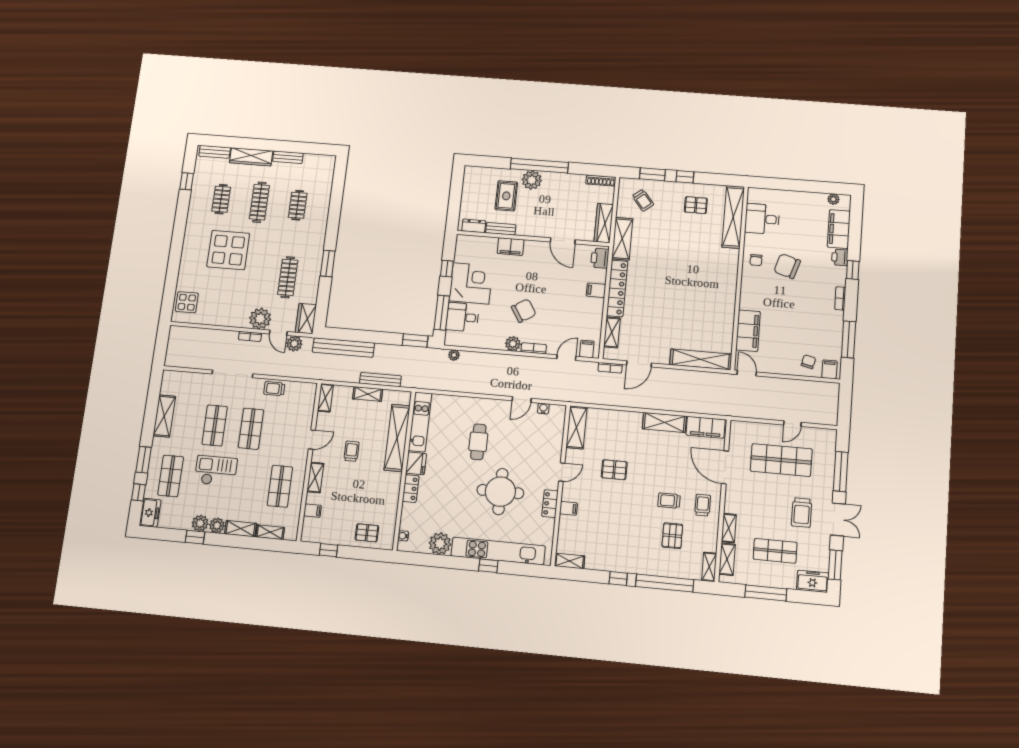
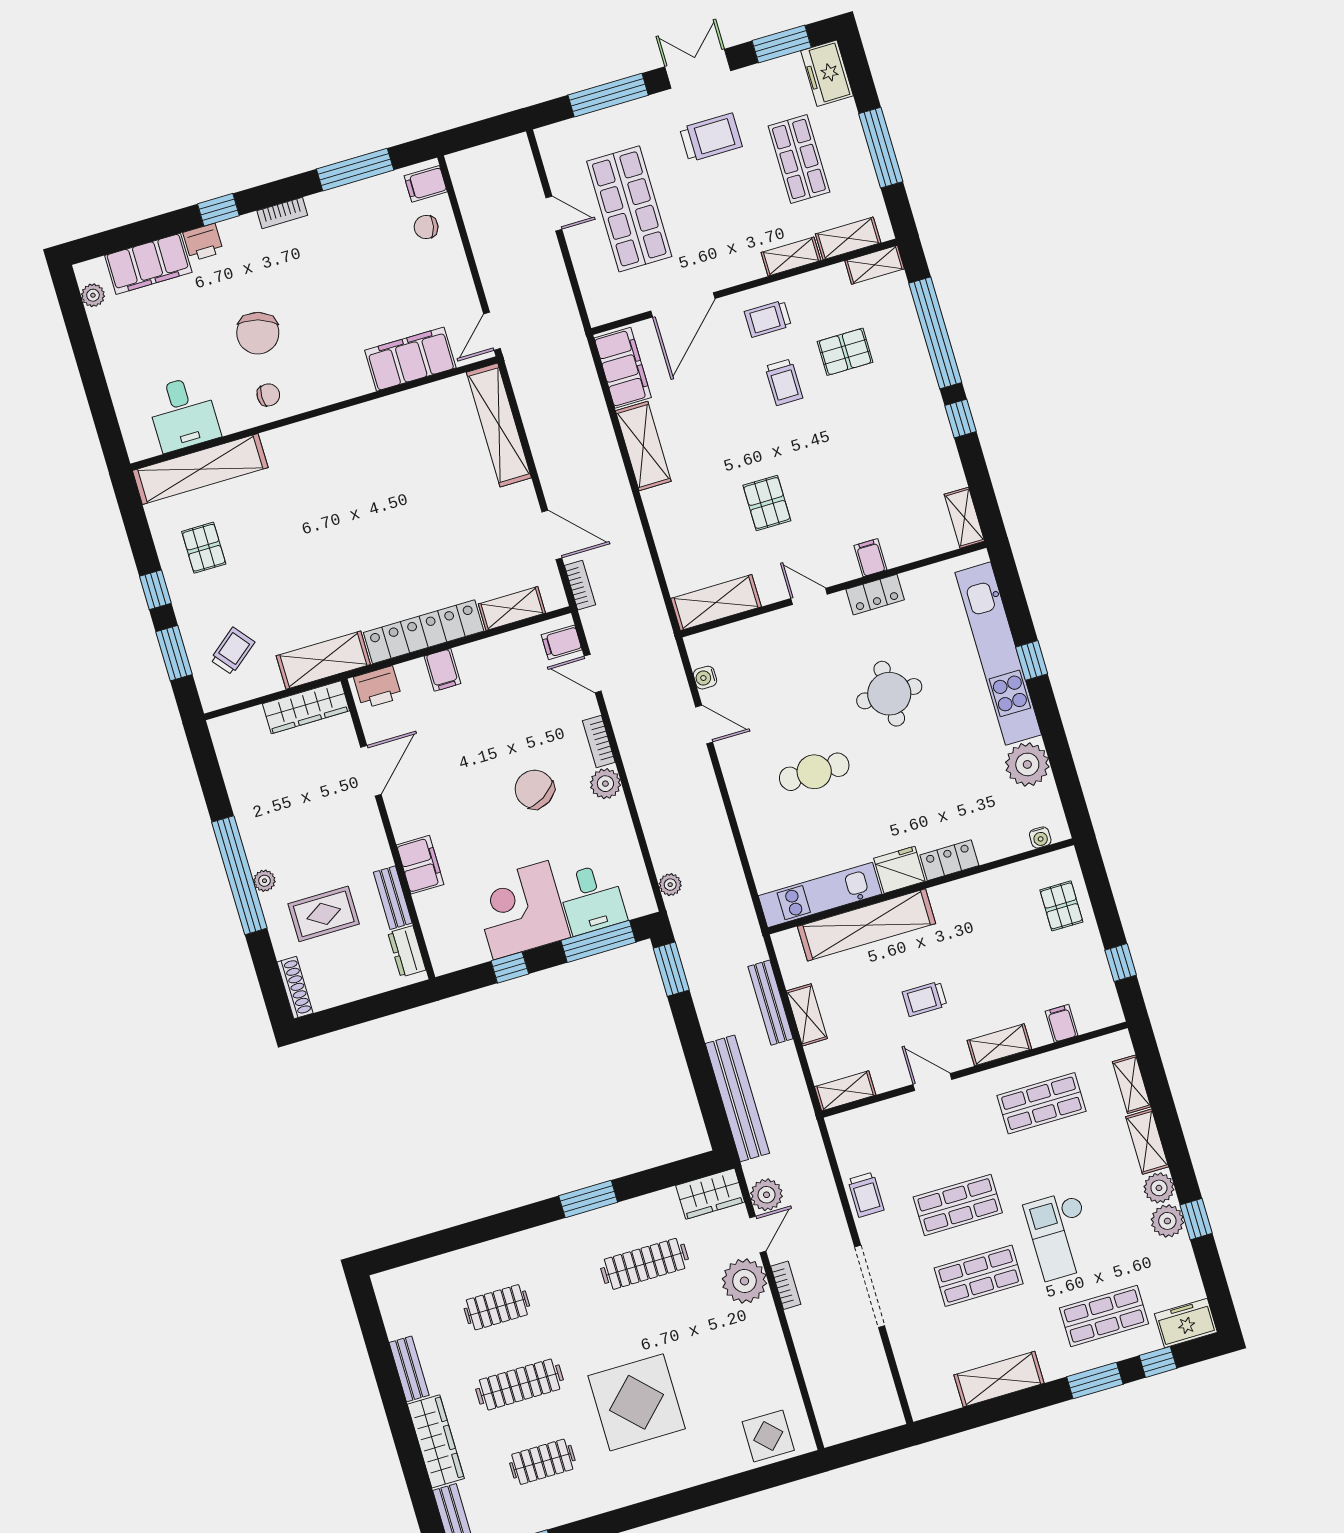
plant: (532, 180) -> (264, 881), width x0.53, depth x0.53
shoe rack: (601, 181) -> (295, 988), moved
round table: (500, 492) -> (889, 694), width x0.73, depth x0.73

